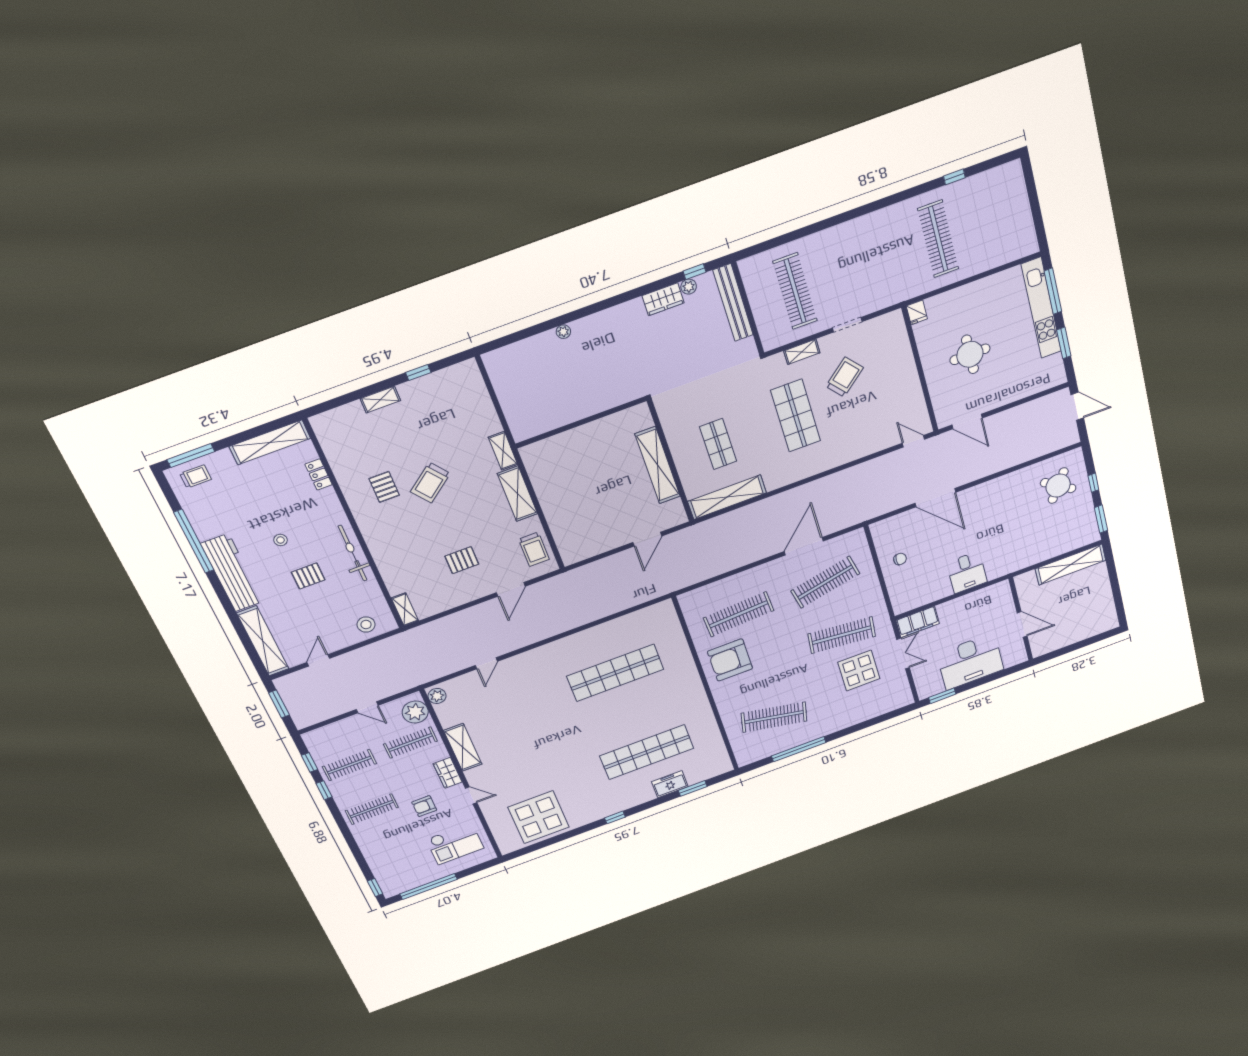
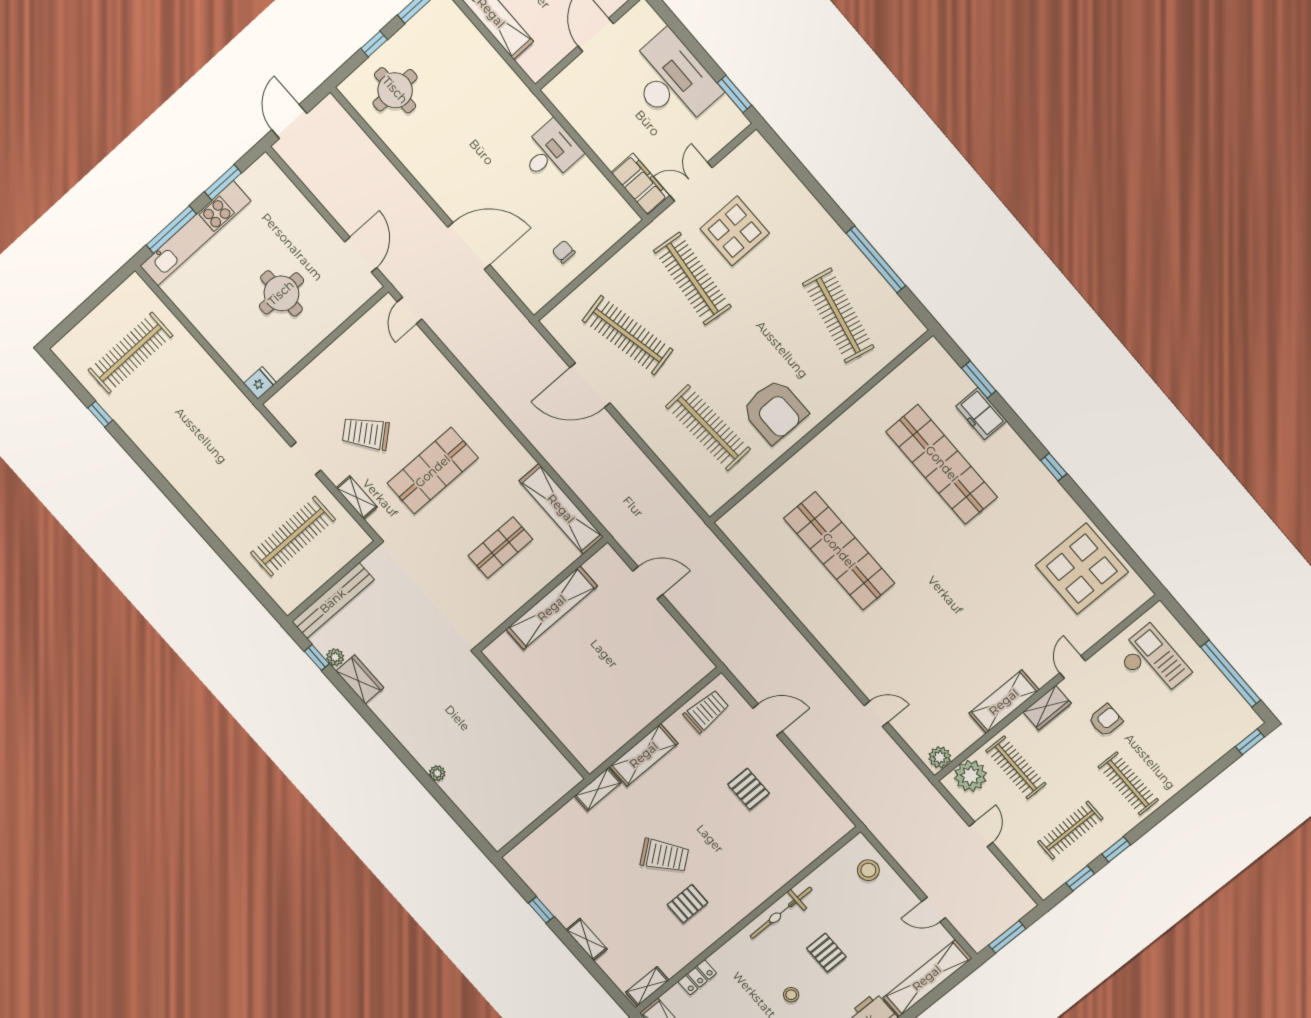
clothes rail: (938, 239) -> (130, 353), moved
round table: (1058, 486) -> (395, 90), turned -34
door: (935, 498) -> (469, 246), hinge flipped
shelving: (405, 609) -> (647, 986), moved
clothes rail: (349, 765) -> (1070, 830), turned 90
armchair: (424, 806) -> (1106, 720), turned -90

